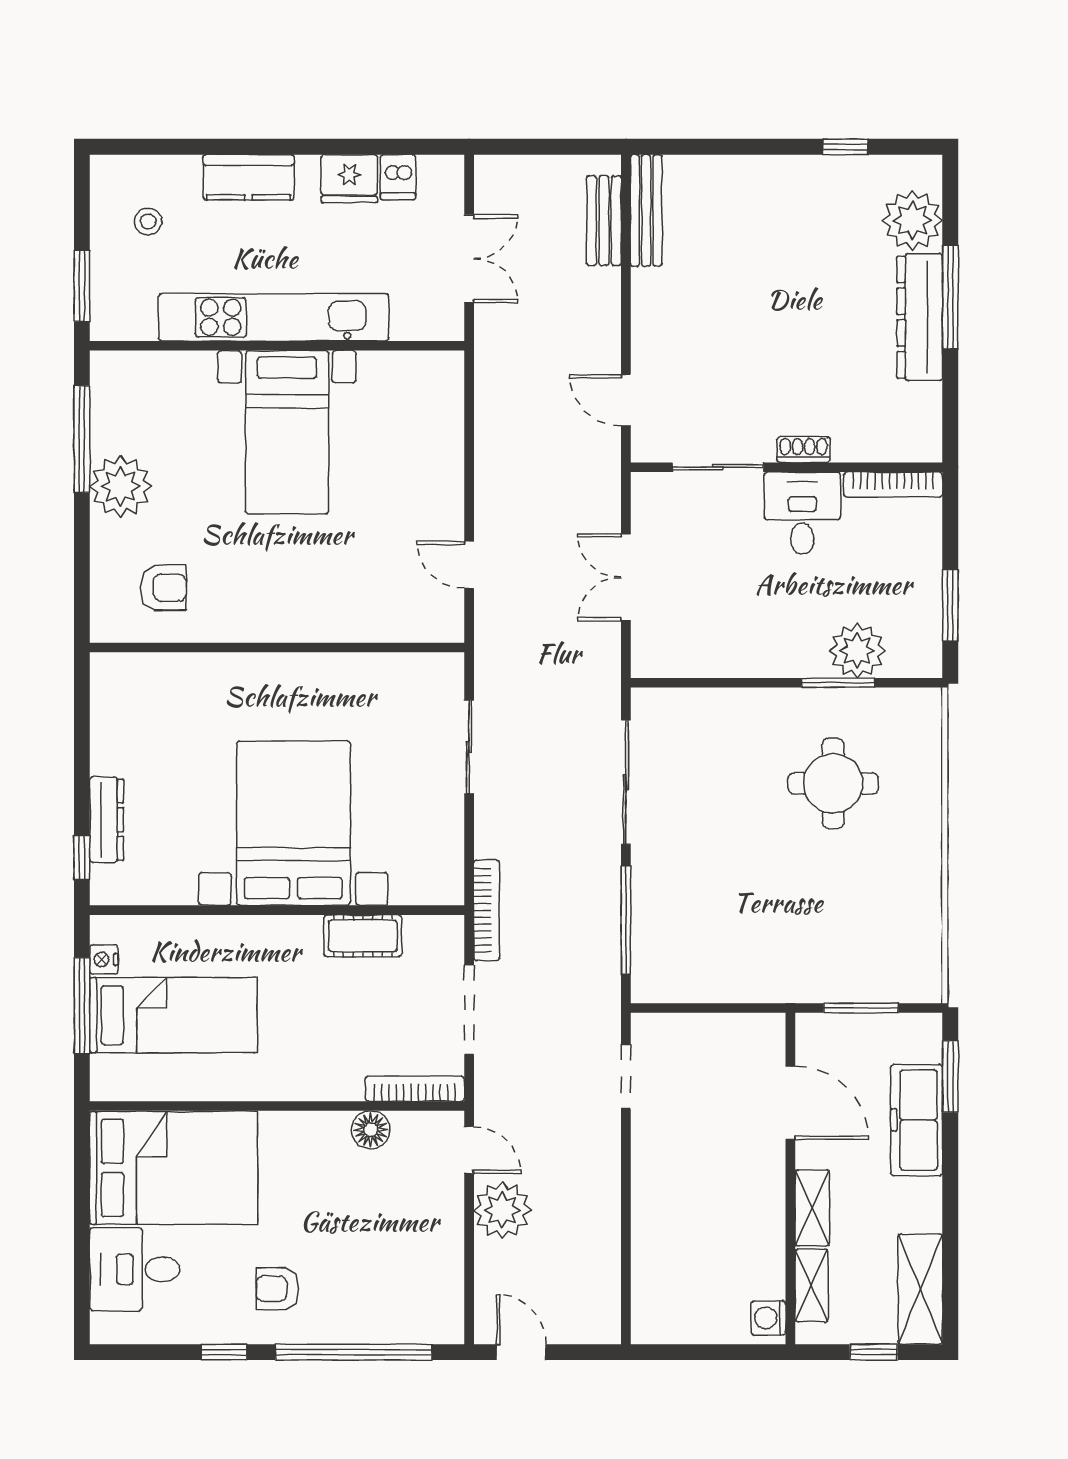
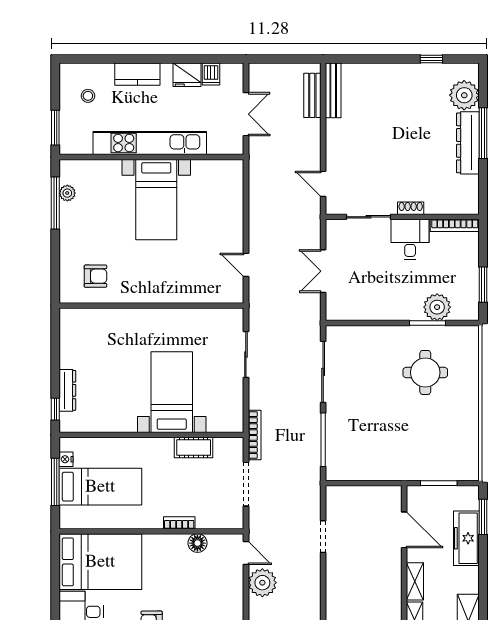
plant: (121, 486) -> (67, 193), moved, width x0.53, depth x0.53
bed with nightstands: (293, 823) -> (172, 392), width x0.73
doorway: (626, 1076) -> (323, 537), moved
bookcase: (415, 1089) -> (179, 523), moved, width x0.64

